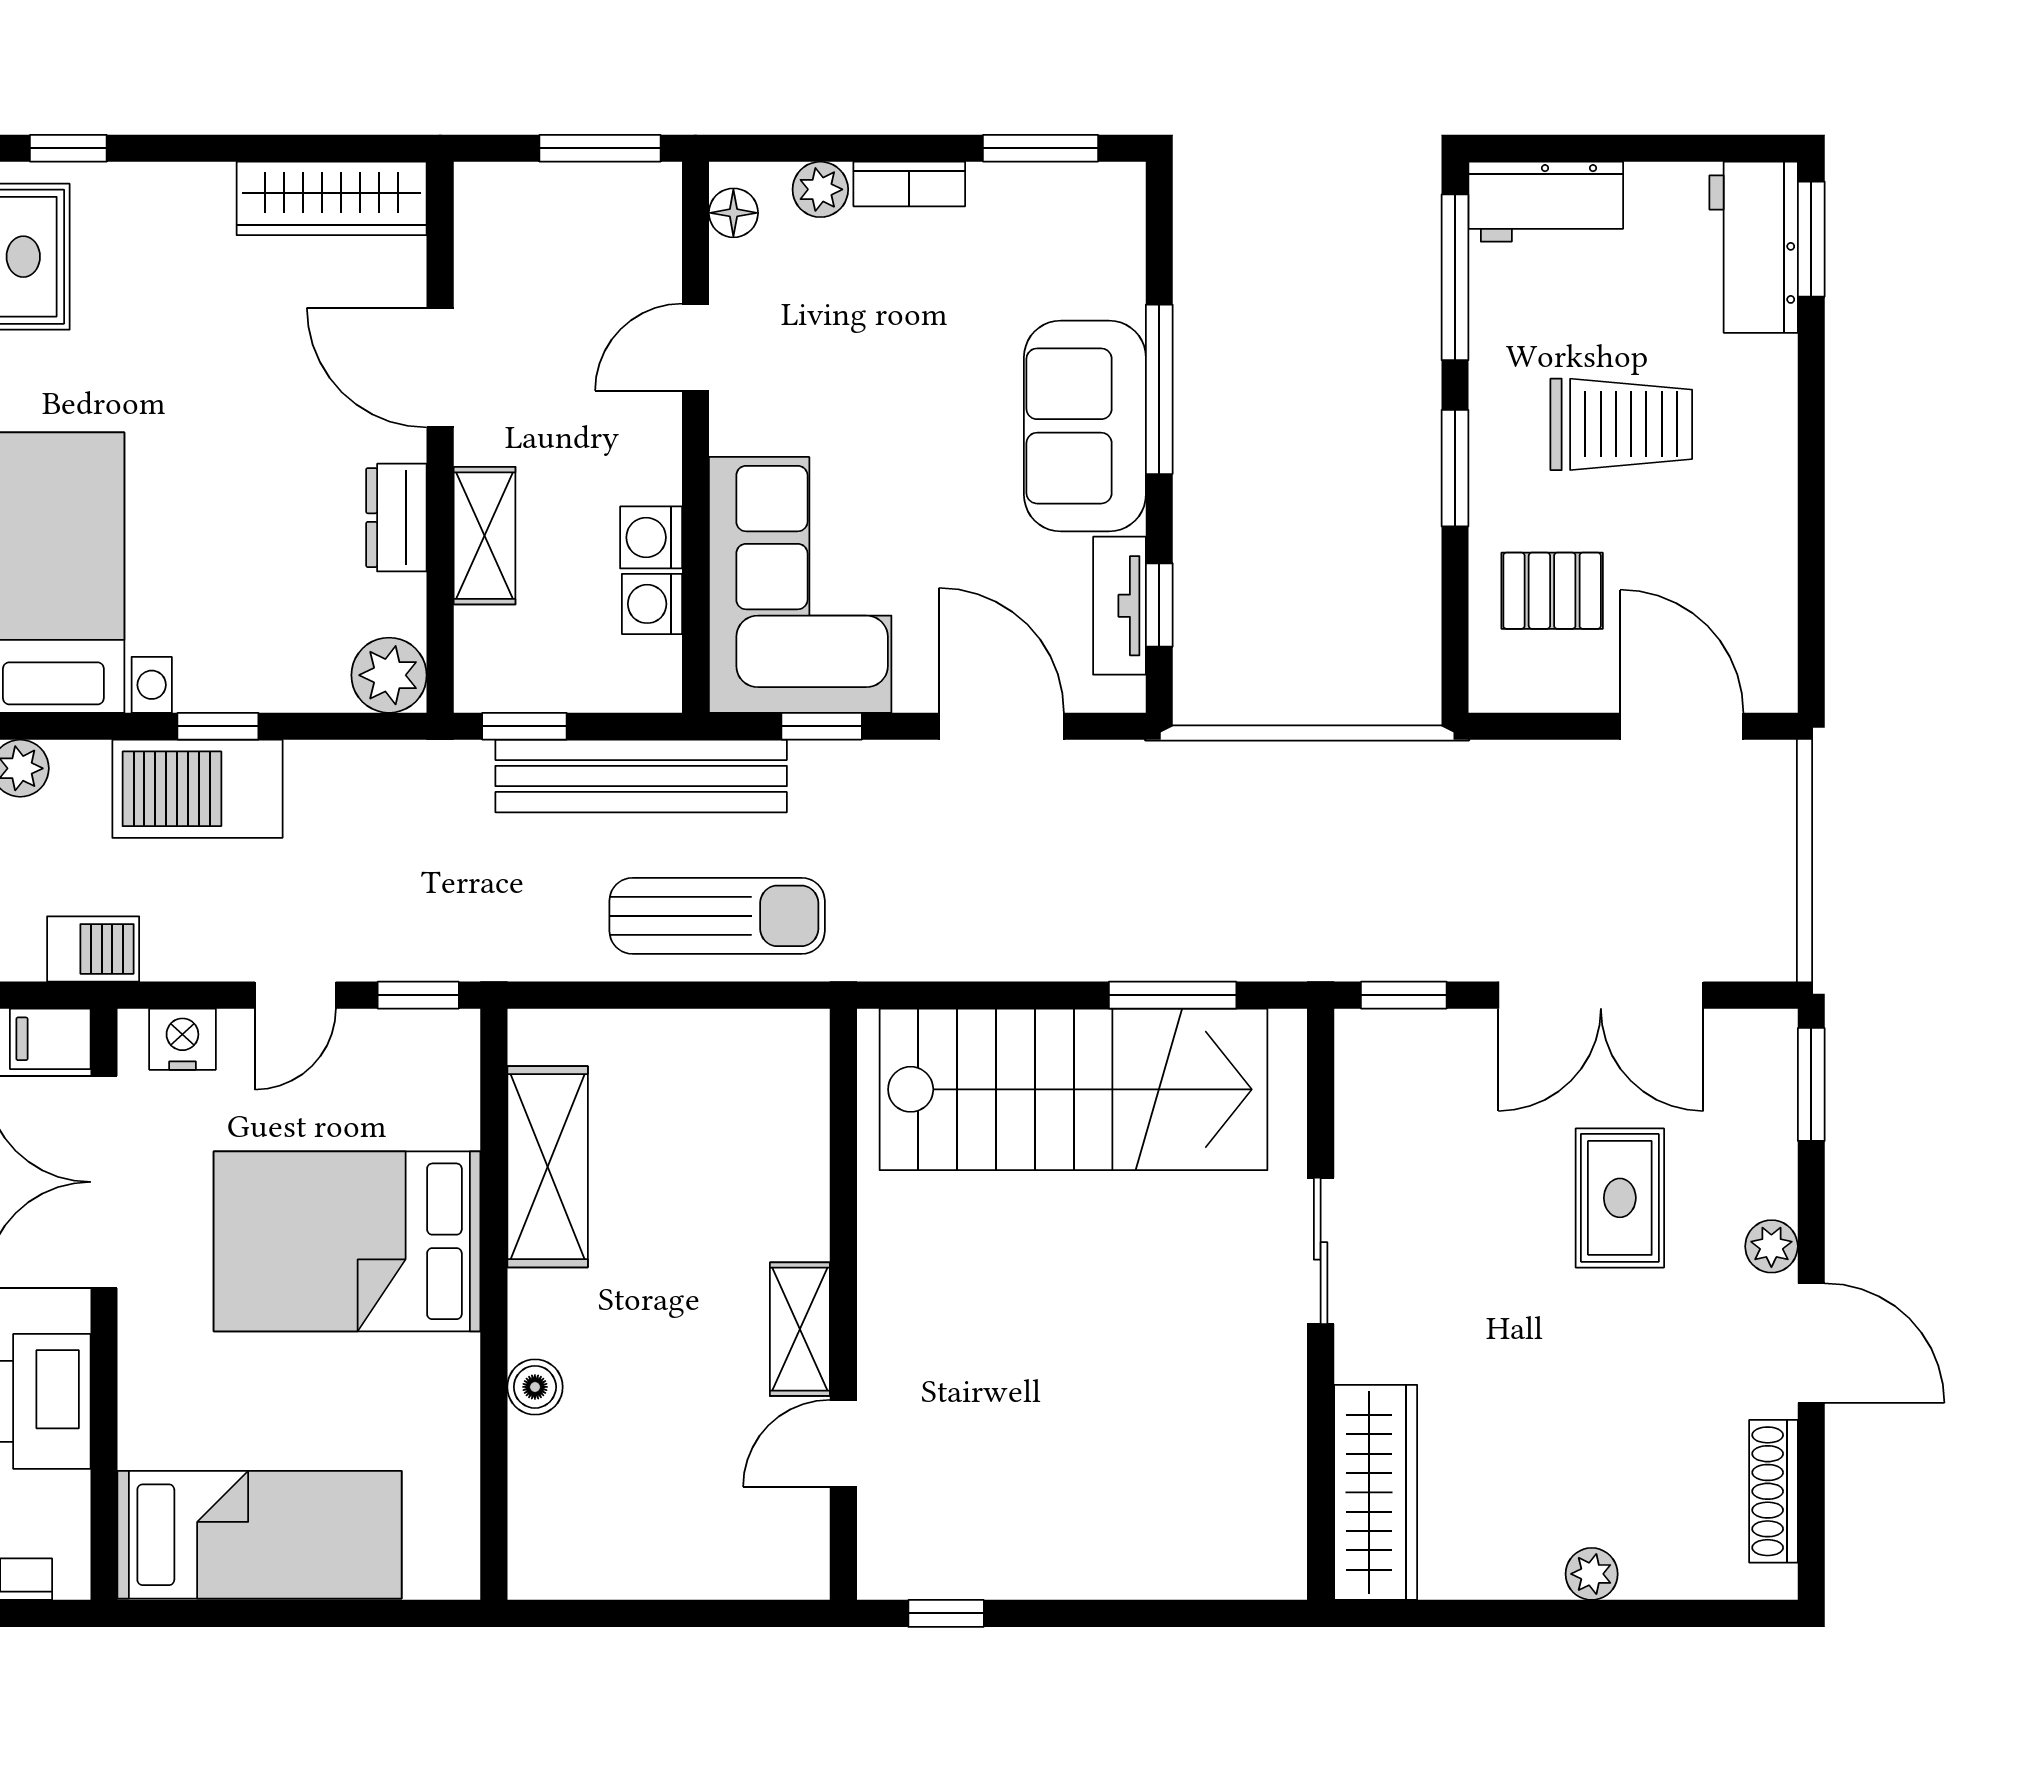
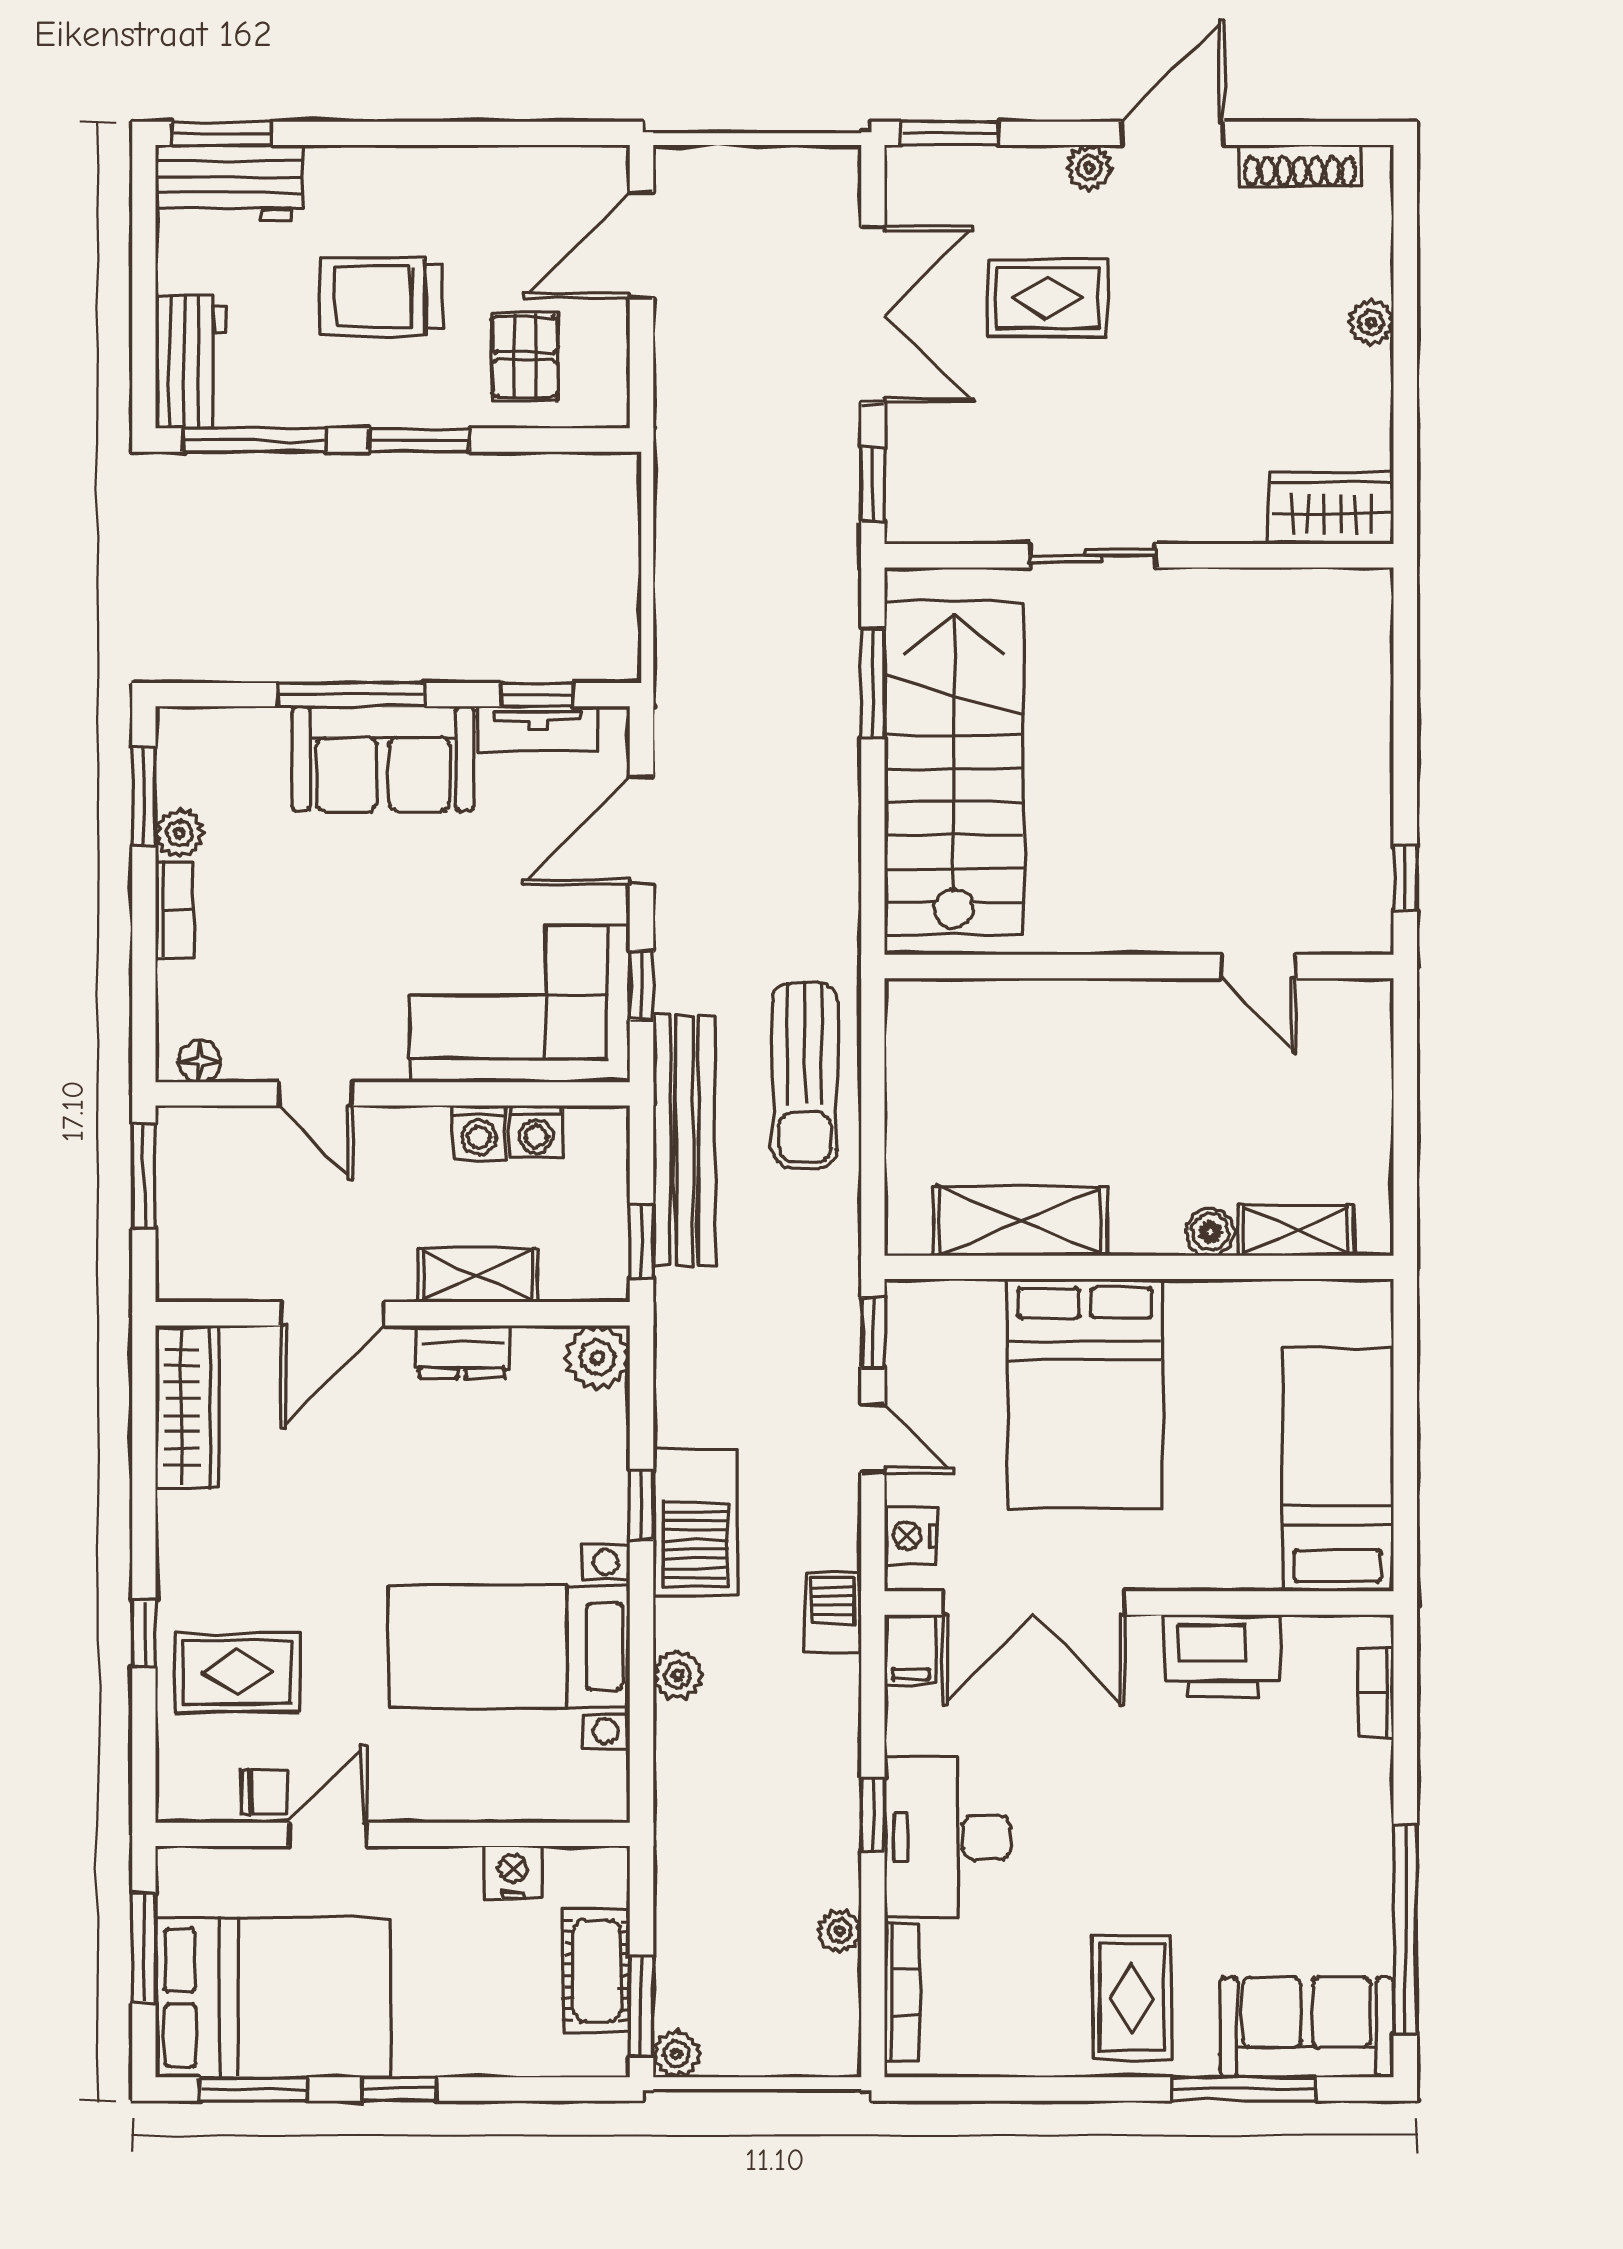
plant: (820, 189) -> (179, 833), moved
trolley: (1621, 424) -> (382, 297), turned -90
sun lounger: (717, 916) -> (805, 1075), turned 180
shelving: (800, 1329) -> (1296, 1230), moved
wardrobe: (1376, 1492) -> (1332, 508), width x0.67

